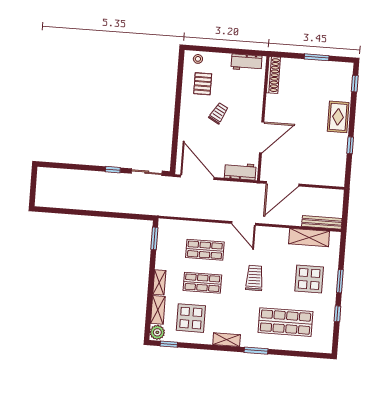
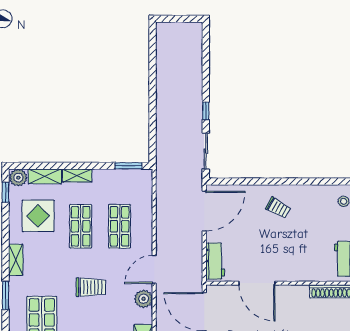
pallet: (203, 84) -> (315, 209), removed
trolley: (219, 113) -> (278, 208), moved
plant: (268, 234) -> (144, 299), added

